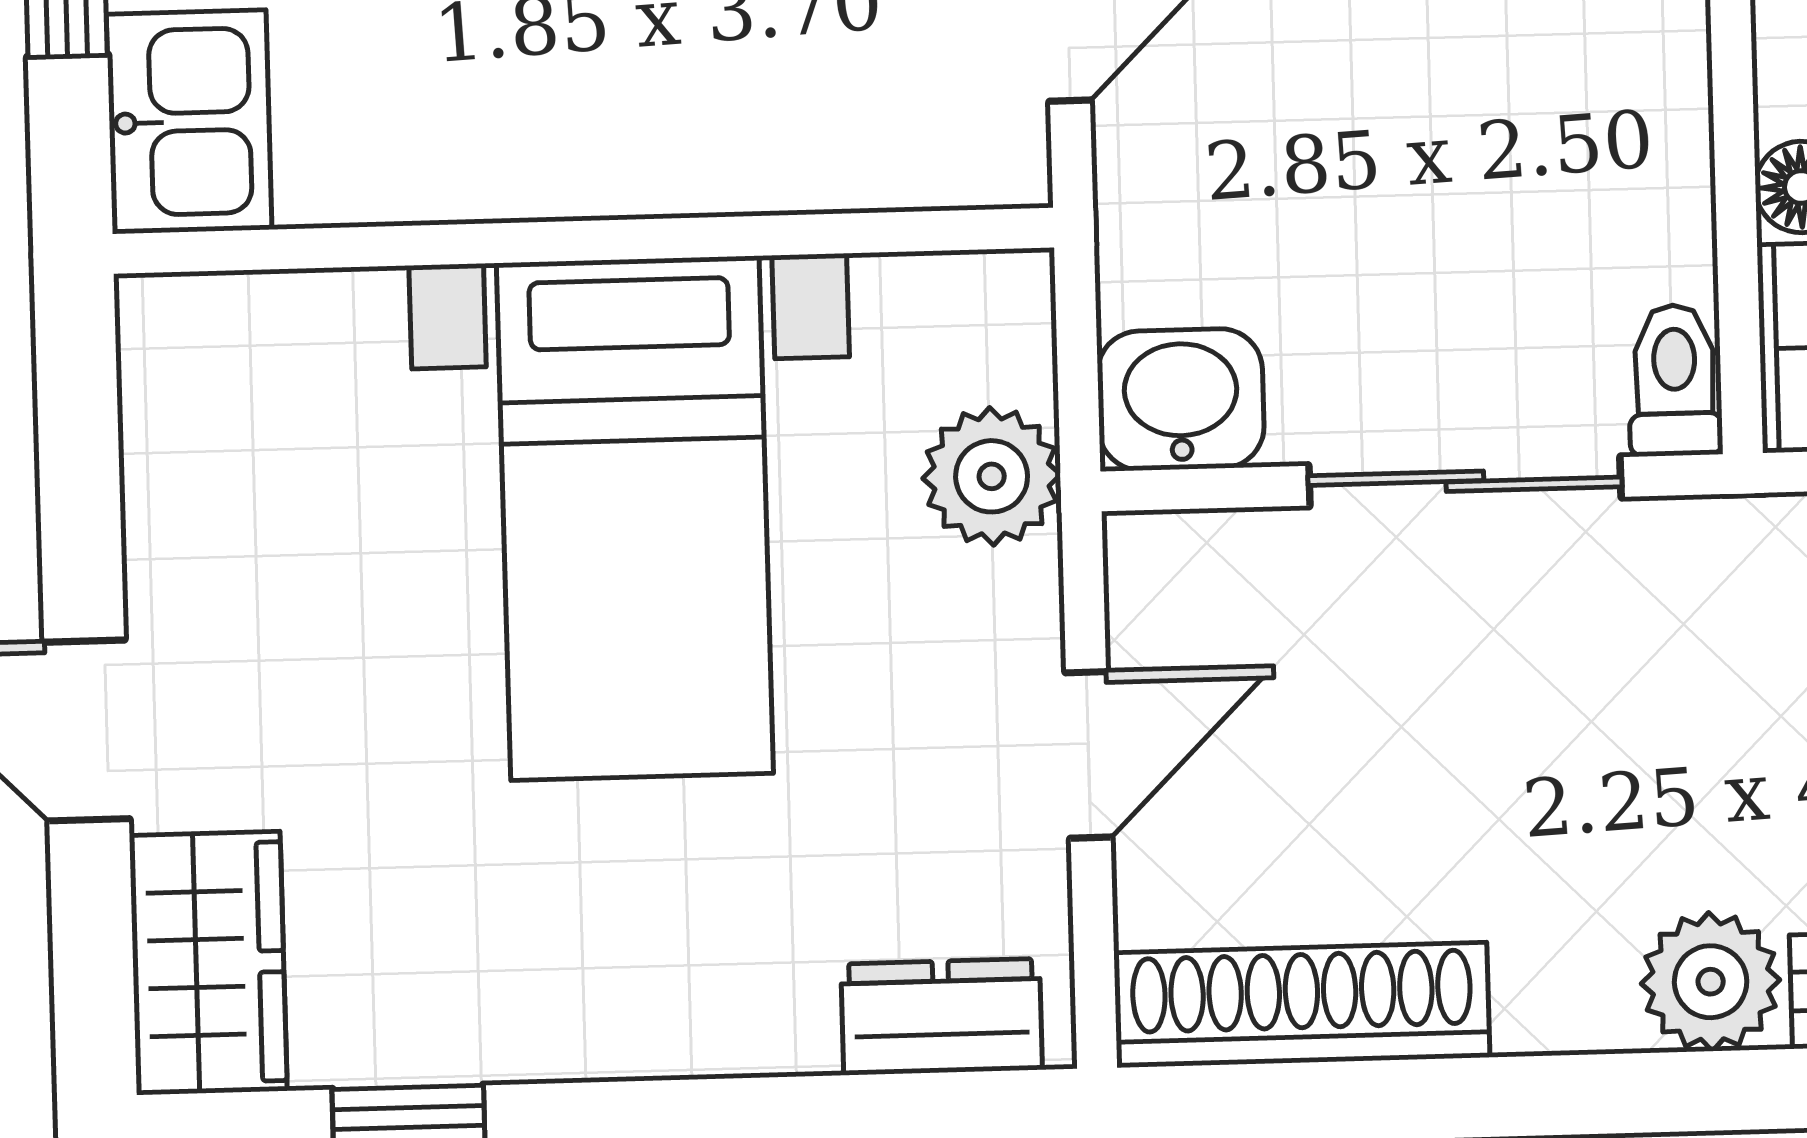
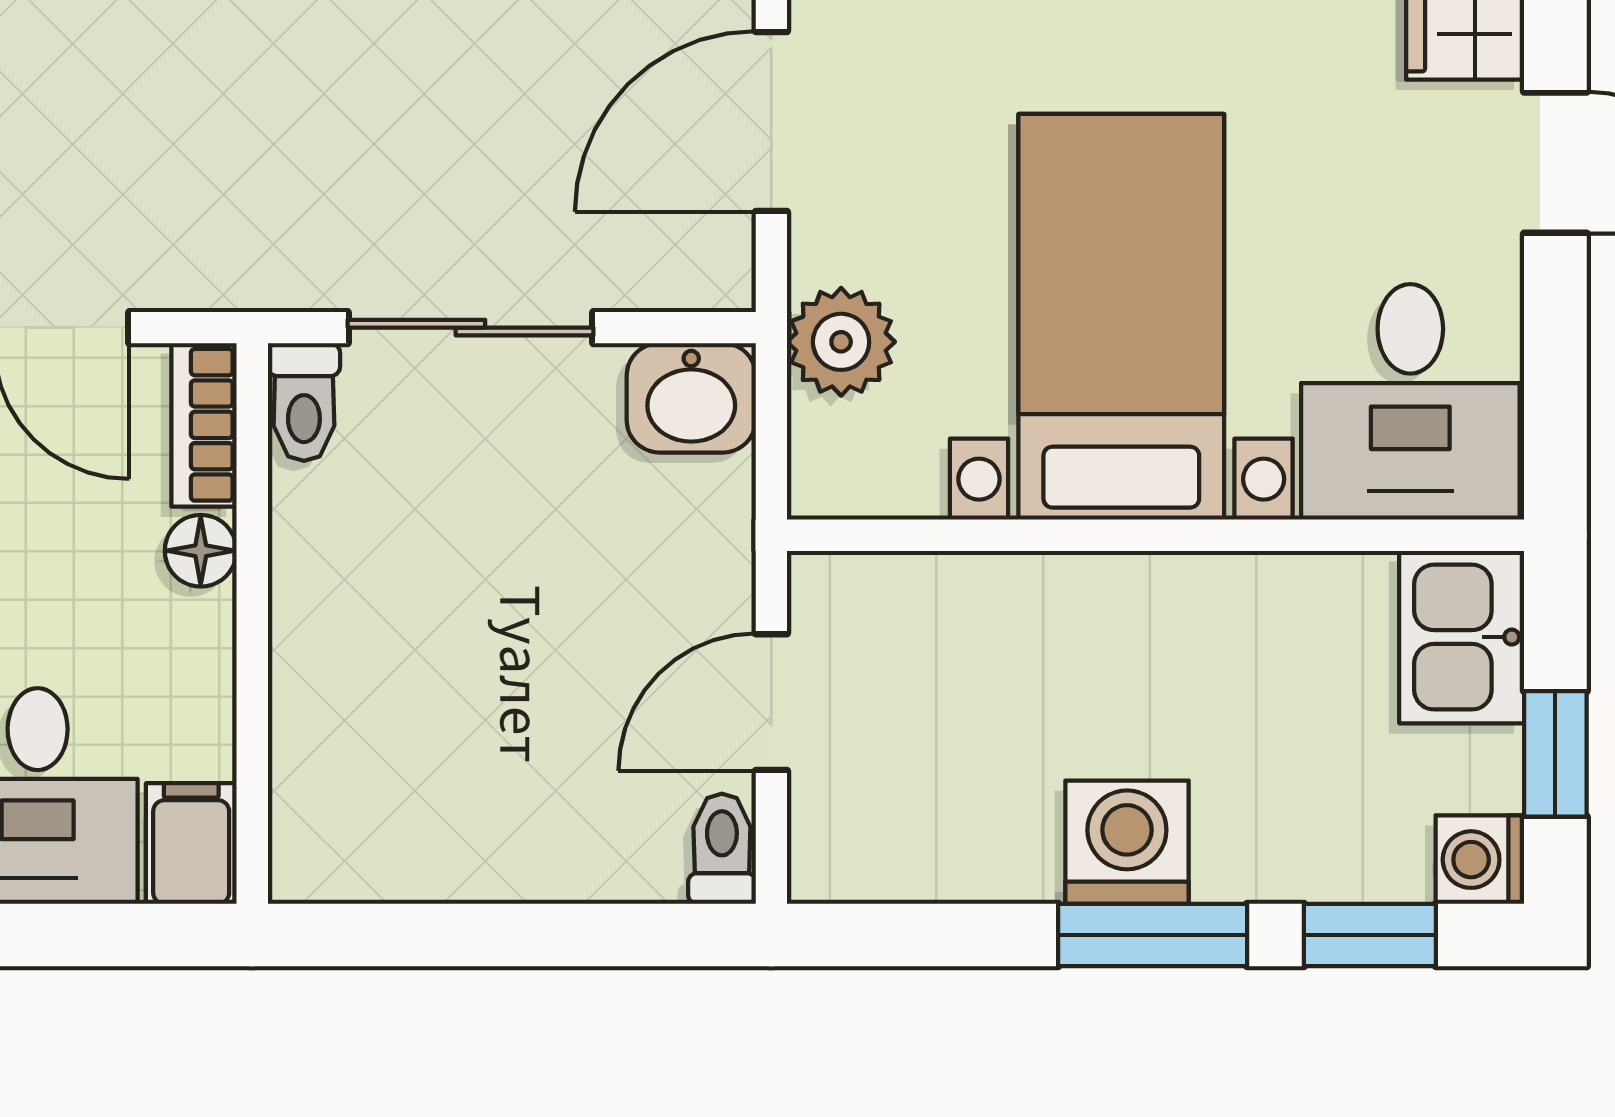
desk: (263, 420) -> (1410, 402), added
door: (1088, 755) -> (771, 122), width x1.38

